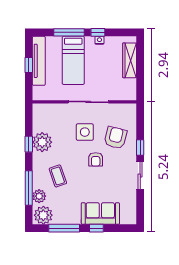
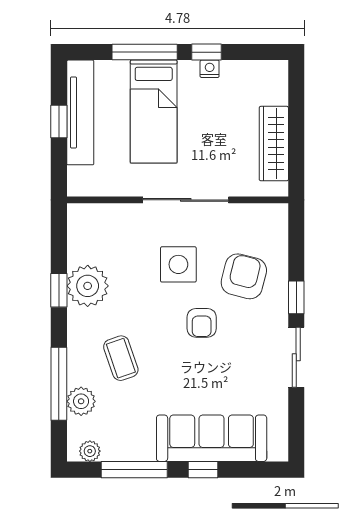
wardrobe: (130, 60) -> (274, 144), moved
sofa: (100, 214) -> (212, 438), width x1.36
plant: (43, 215) -> (90, 451), width x0.53, depth x0.53

